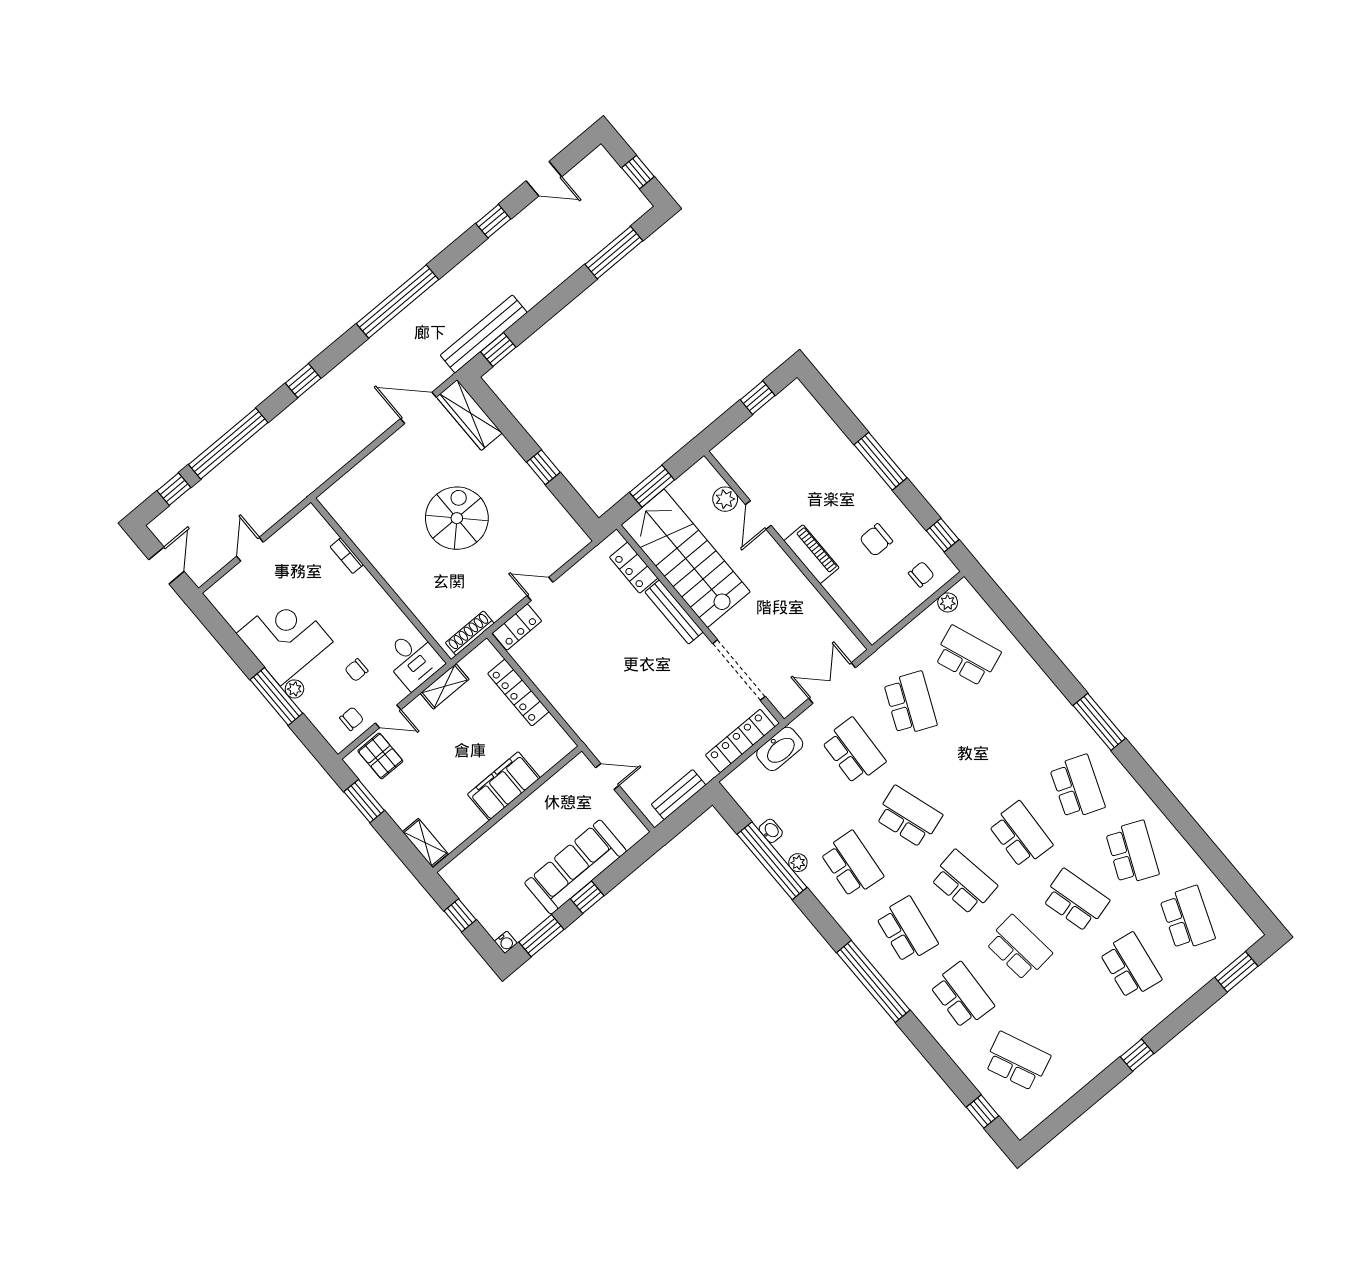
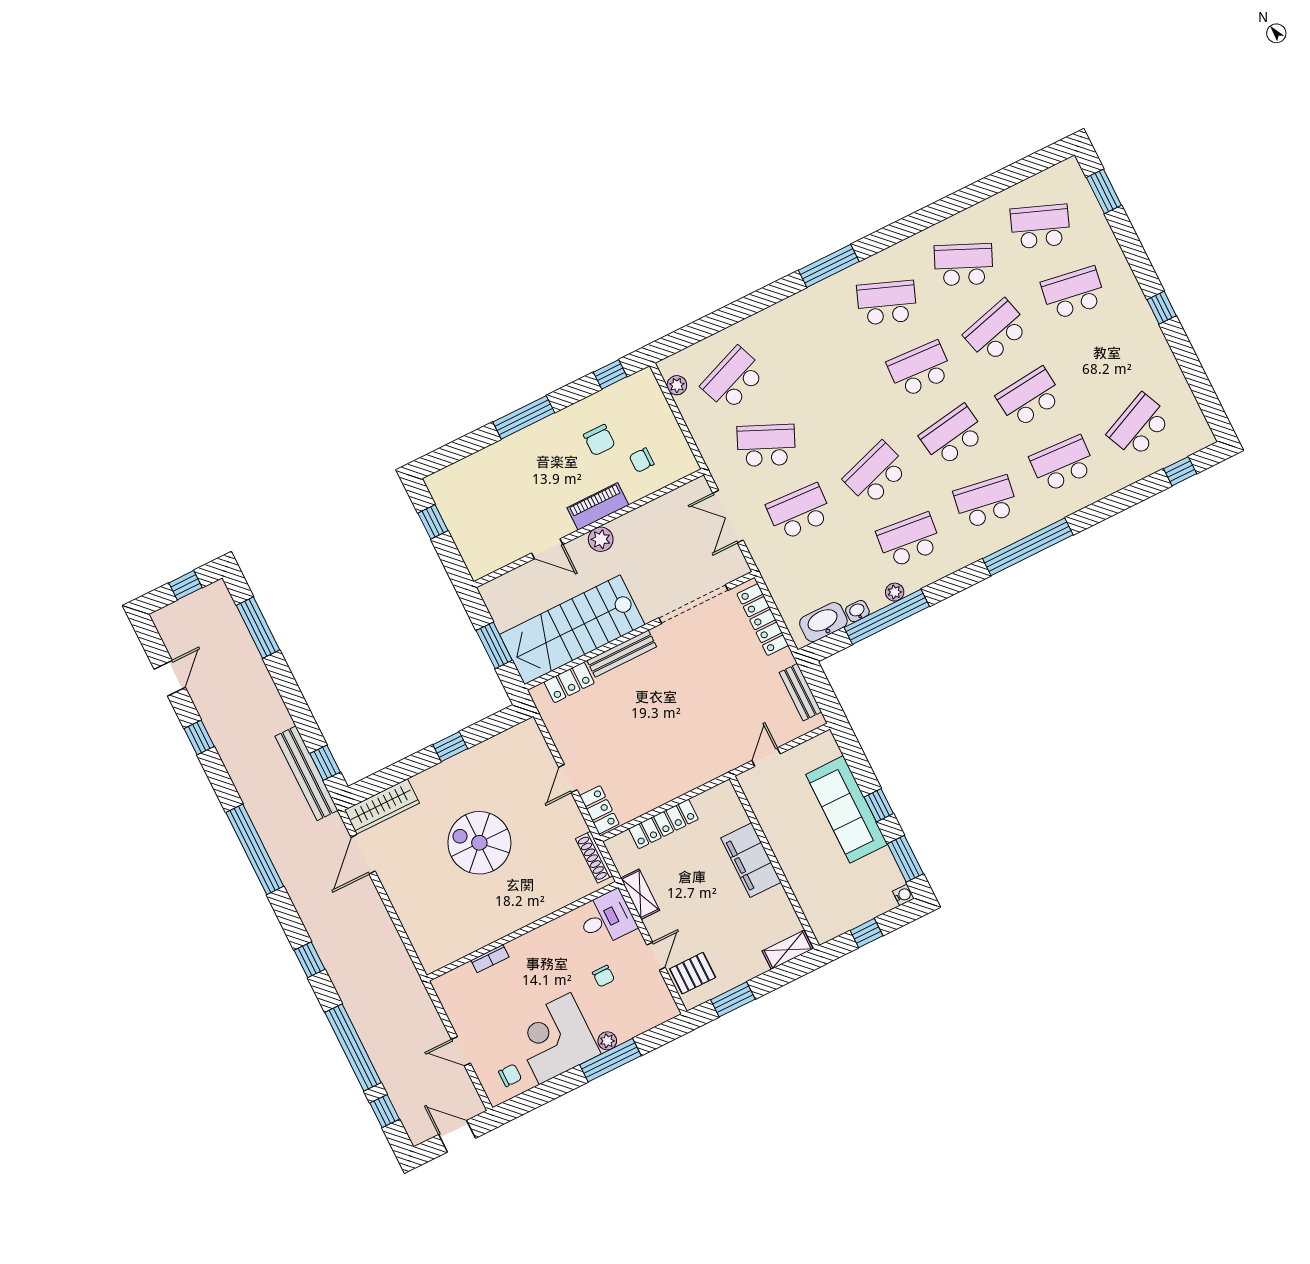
plant: (725, 499) -> (601, 539), moved
chair: (921, 574) -> (642, 460), moved, turned -90
chair: (352, 719) -> (510, 1075), moved, turned 90
washbasin: (780, 749) -> (823, 622), moved, turned -90

